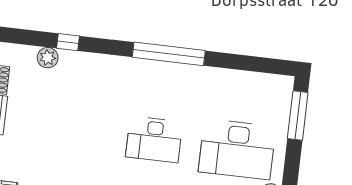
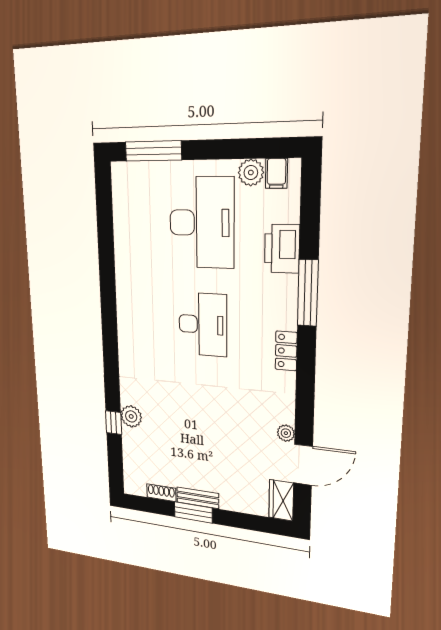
window: (169, 54) -> (109, 313), removed
plant: (48, 58) -> (131, 416), moved

